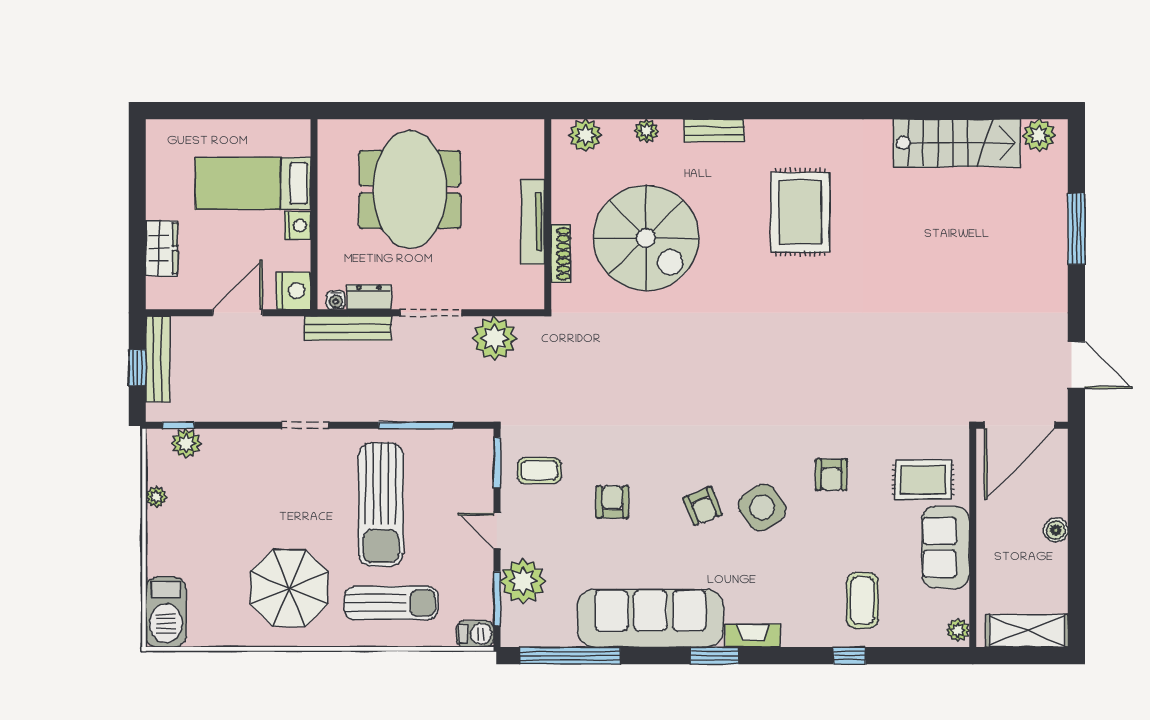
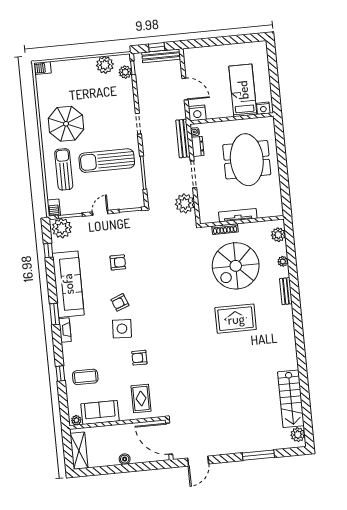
meeting table: (410, 190) -> (247, 160), turned 90
rug: (800, 212) -> (236, 319), moved
nightstand: (298, 225) -> (263, 108), moved
wardrobe: (162, 248) -> (210, 53), removed
coffee table: (540, 470) -> (129, 229), removed
plant: (156, 497) -> (105, 65), width x1.87, depth x1.87
side table: (762, 507) -> (122, 329), turned 38
sofa: (946, 547) -> (100, 412), moved
plant: (523, 581) -> (62, 228), moved
sun lounger: (391, 603) -> (64, 169), turned 180
barbecue: (166, 612) -> (42, 68), width x0.53, depth x0.65
window: (570, 656) -> (48, 250), width x0.32

